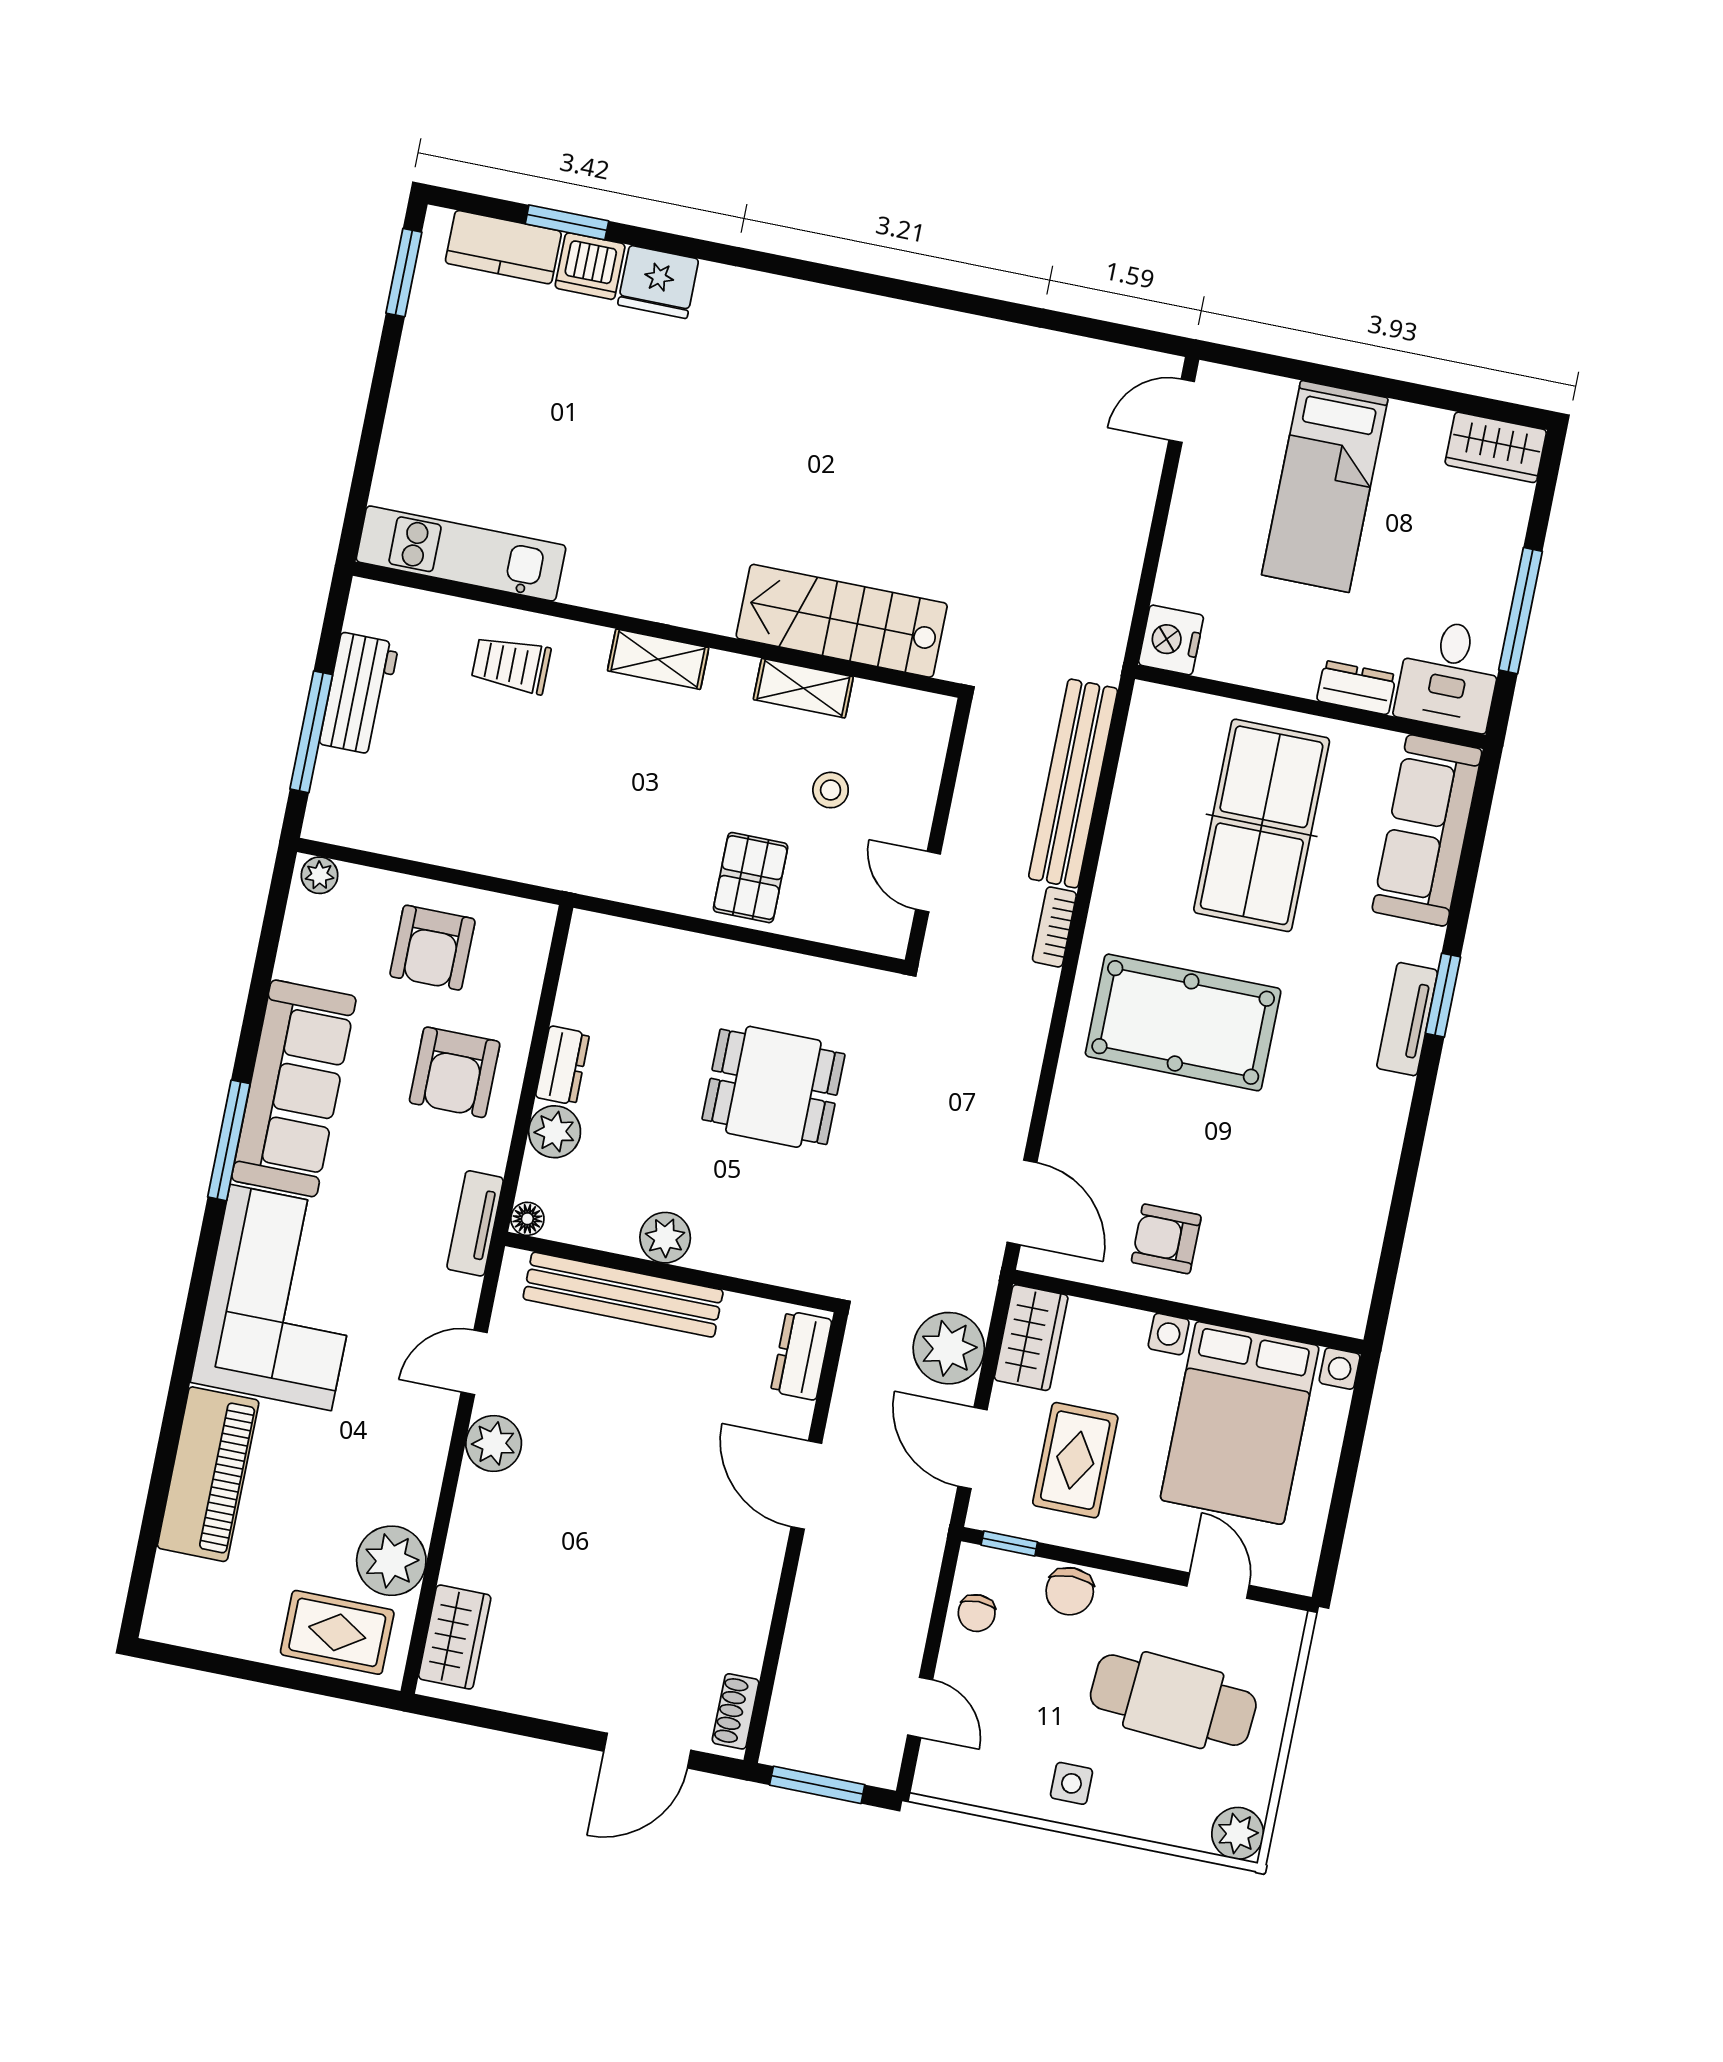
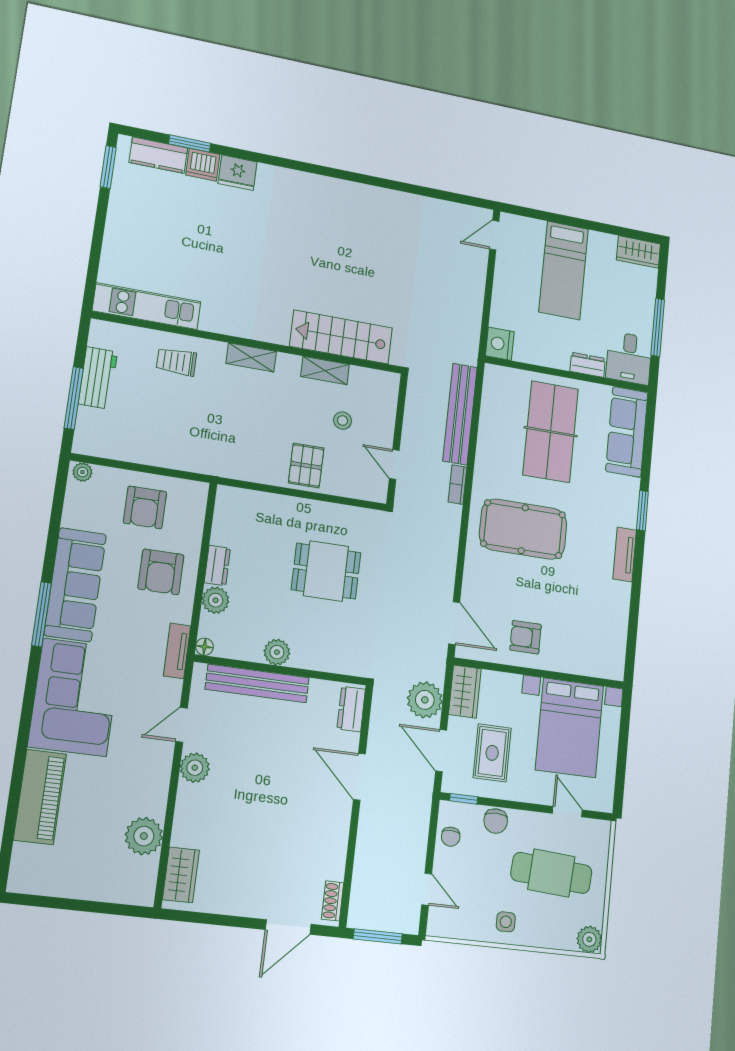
tv unit: (1407, 1019) -> (625, 555), moved
rug: (337, 1632) -> (117, 878), removed

